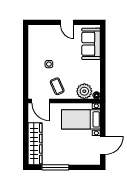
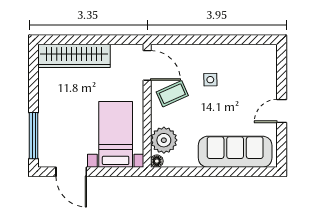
sofa: (91, 44) -> (235, 152), width x1.36
door: (41, 101) -> (147, 65), swing flipped
window: (55, 167) -> (34, 136), moved

